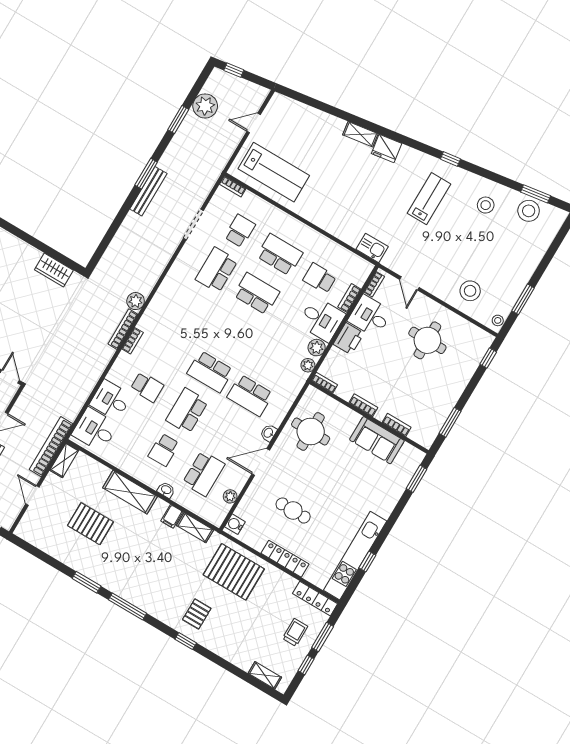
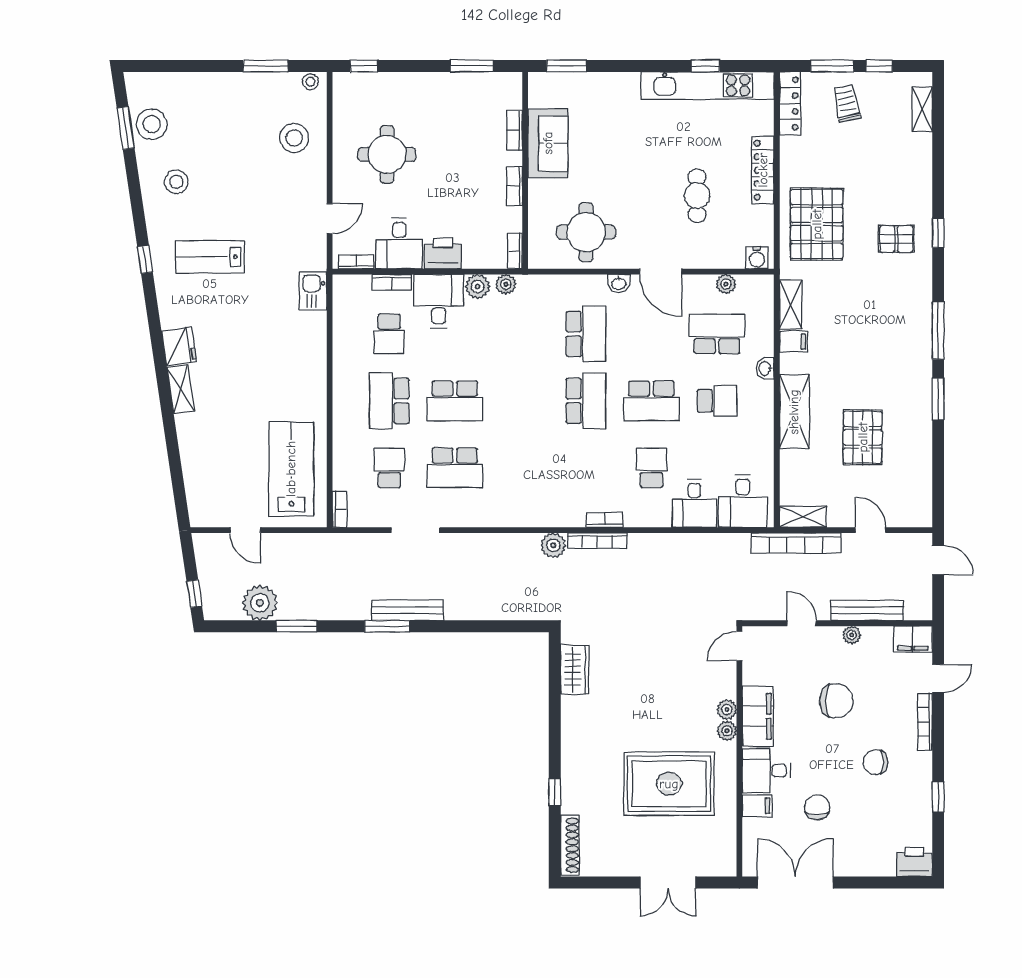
school desk: (240, 231) -> (389, 468), turned 90
school desk: (257, 294) -> (455, 401), turned -90
door: (32, 496) -> (870, 530), swing flipped
trolley: (295, 632) -> (847, 103), turned 78

